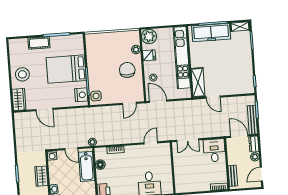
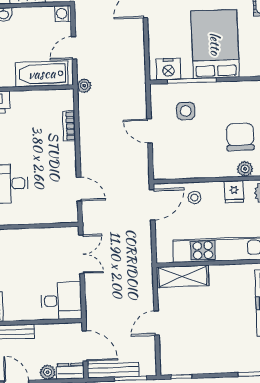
chair: (127, 70) -> (240, 137), moved, turned -90
side table: (96, 96) -> (186, 111), moved
door: (213, 97) -> (157, 323), moved
door: (129, 103) -> (150, 131), moved
door: (239, 136) -> (85, 346), hinge flipped
double door: (188, 140) -> (82, 254), swing flipped
floor lamp: (100, 165) -> (44, 98), removed

